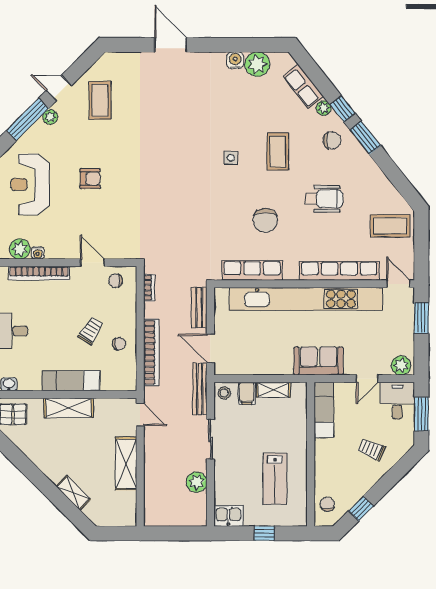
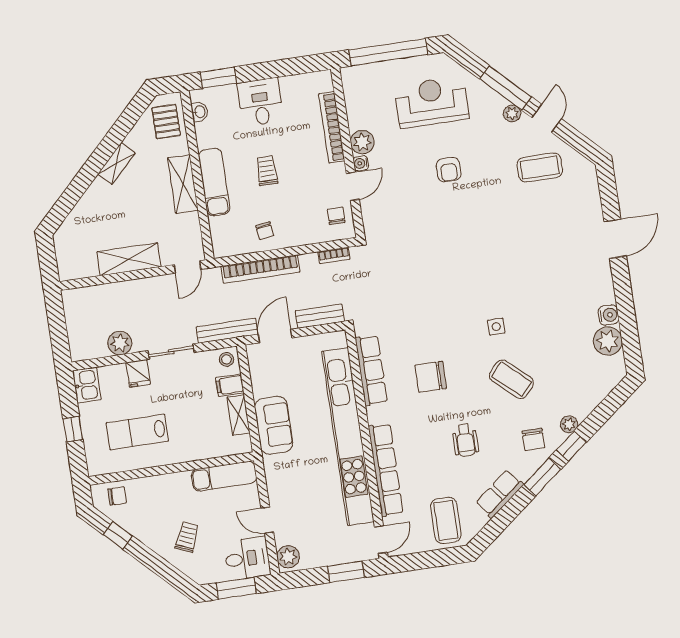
row of seats: (303, 86) -> (500, 494), moved
coffee table: (278, 152) -> (511, 379), turned 42
wheelchair: (324, 199) -> (465, 440), width x0.73, depth x0.73
plant: (20, 249) -> (362, 142), moved
water cooler: (38, 253) -> (361, 163), moved
trolley: (91, 331) -> (267, 171), moved, turned -122
sofa: (318, 361) -> (274, 425), moved
fridge: (225, 470) -> (138, 373), added
shelving: (73, 493) -> (116, 164), moved

